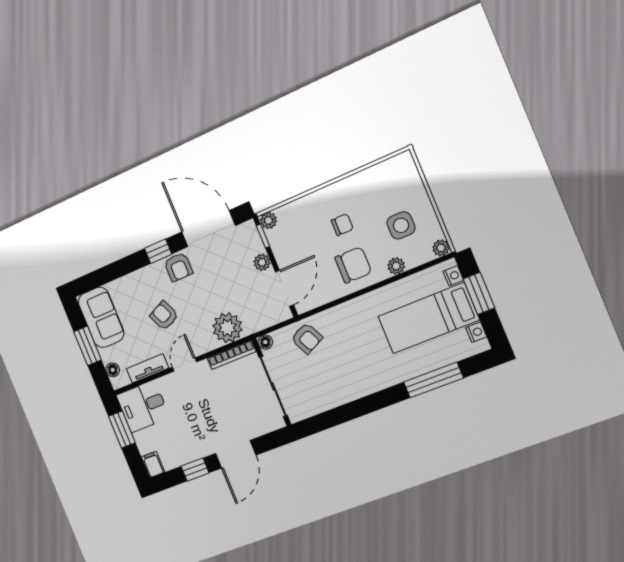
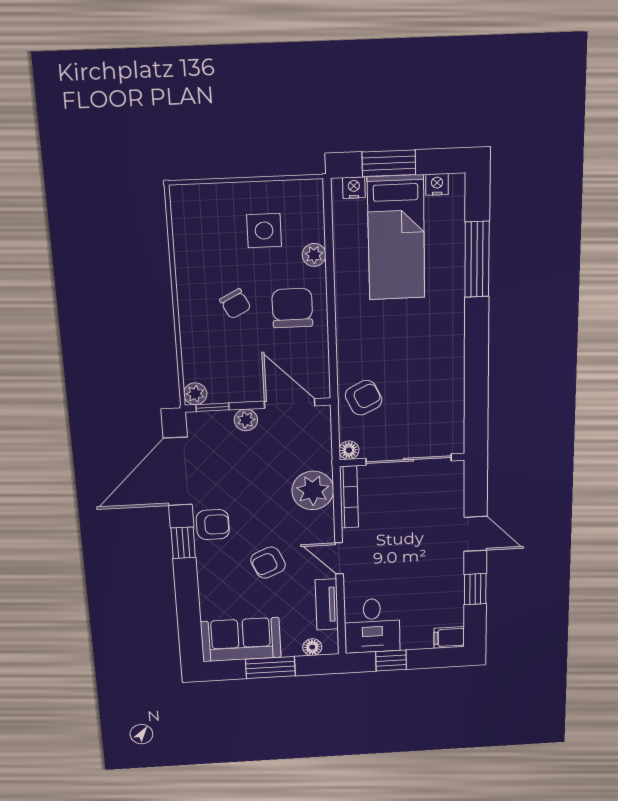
chair: (342, 225) -> (235, 304), turned 153
plant: (441, 248) -> (312, 190), removed
window: (122, 430) -> (391, 660), width x0.67
door: (236, 454) -> (475, 534), width x0.73

